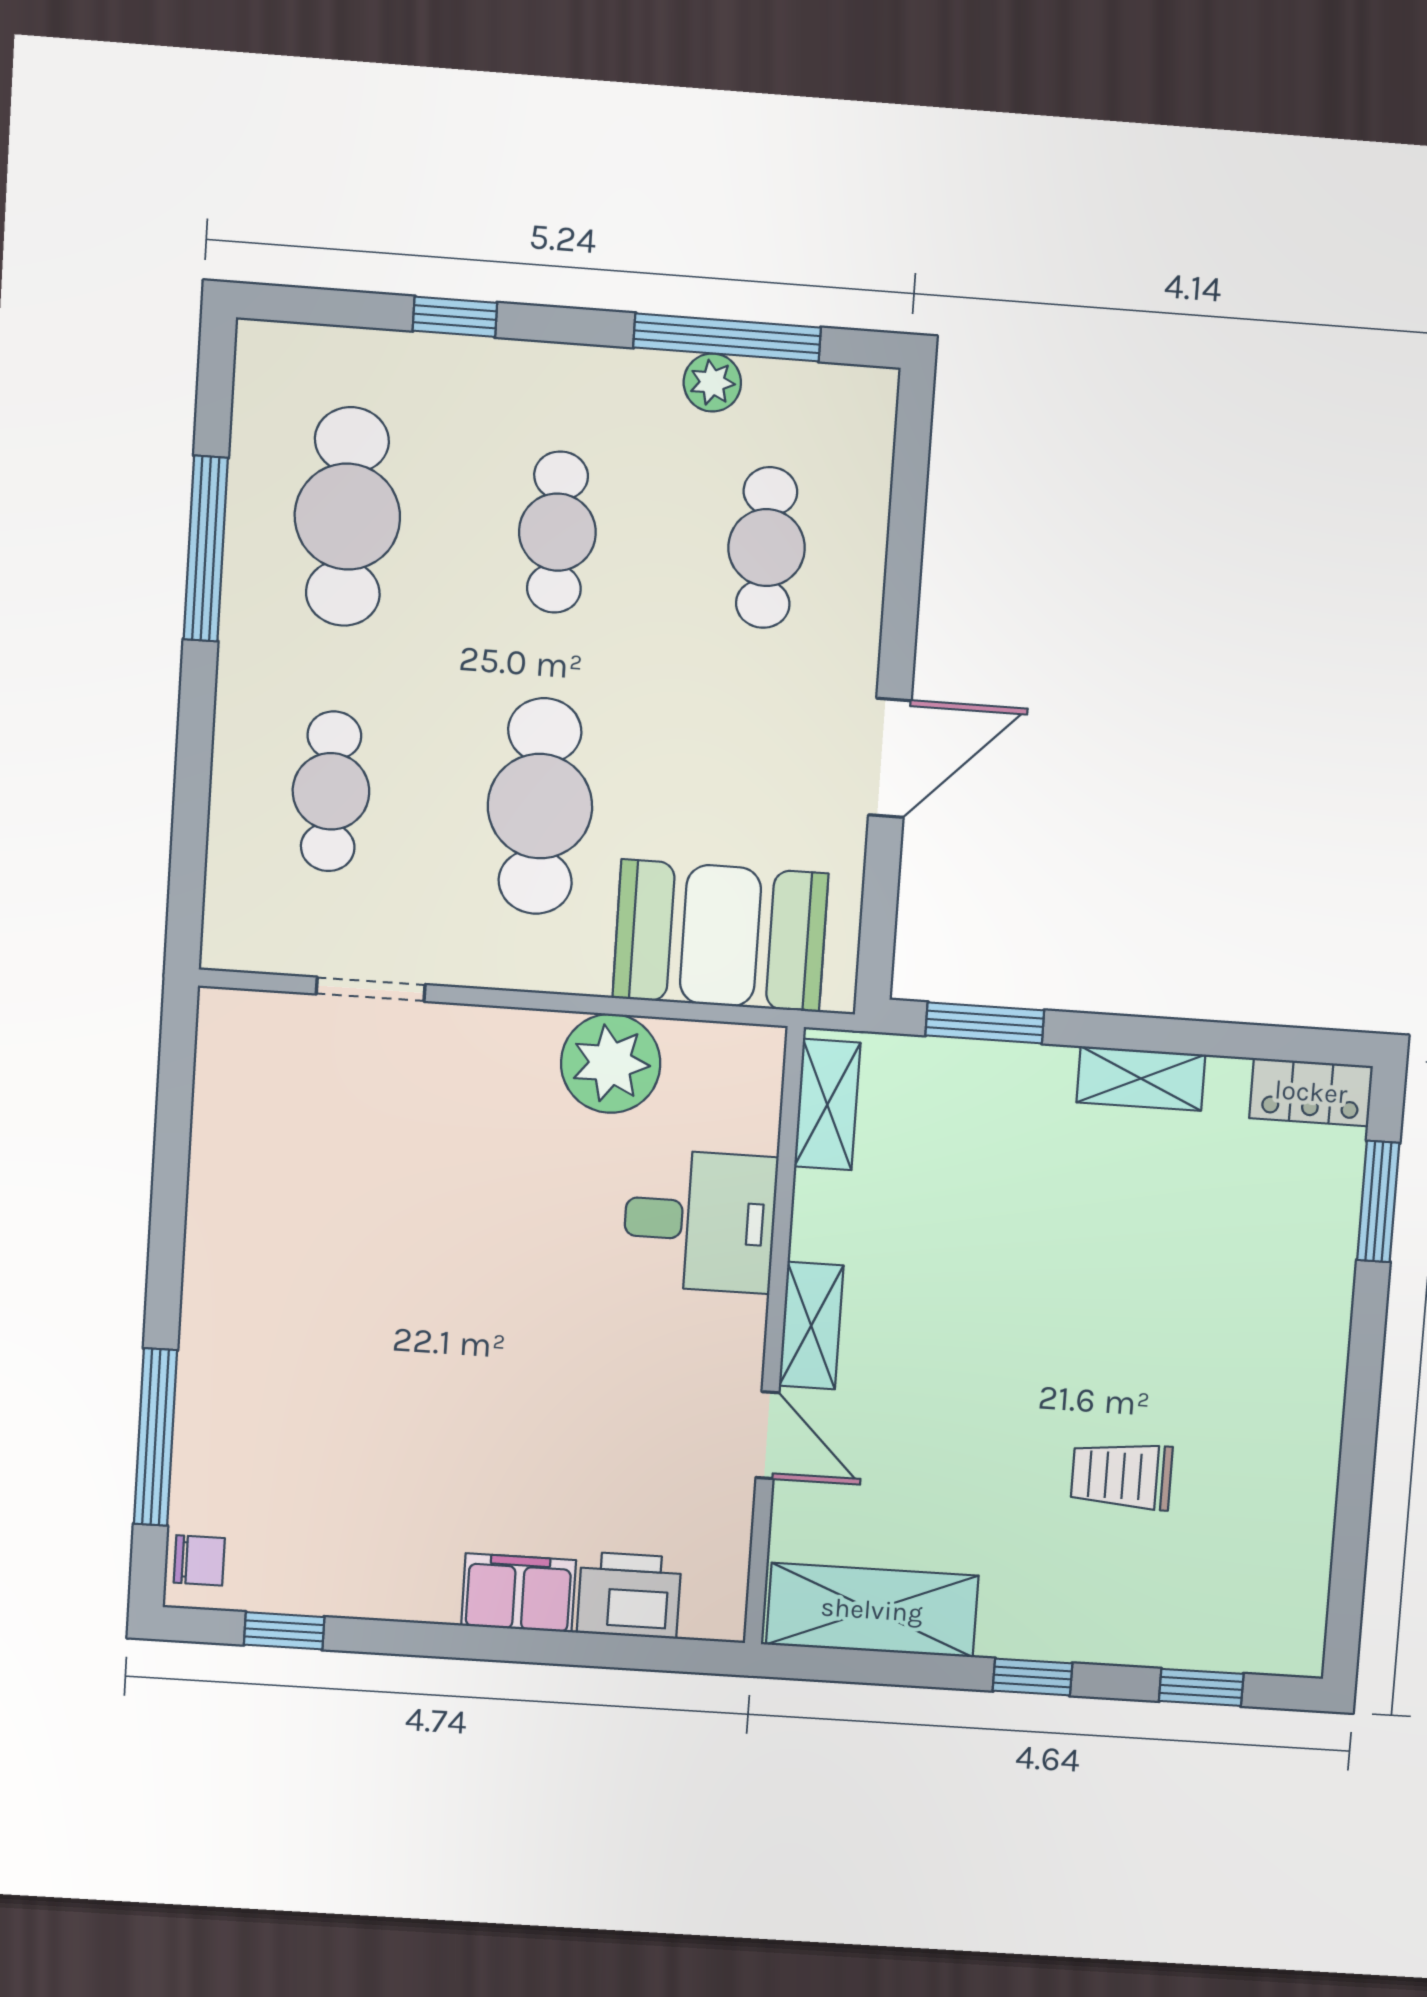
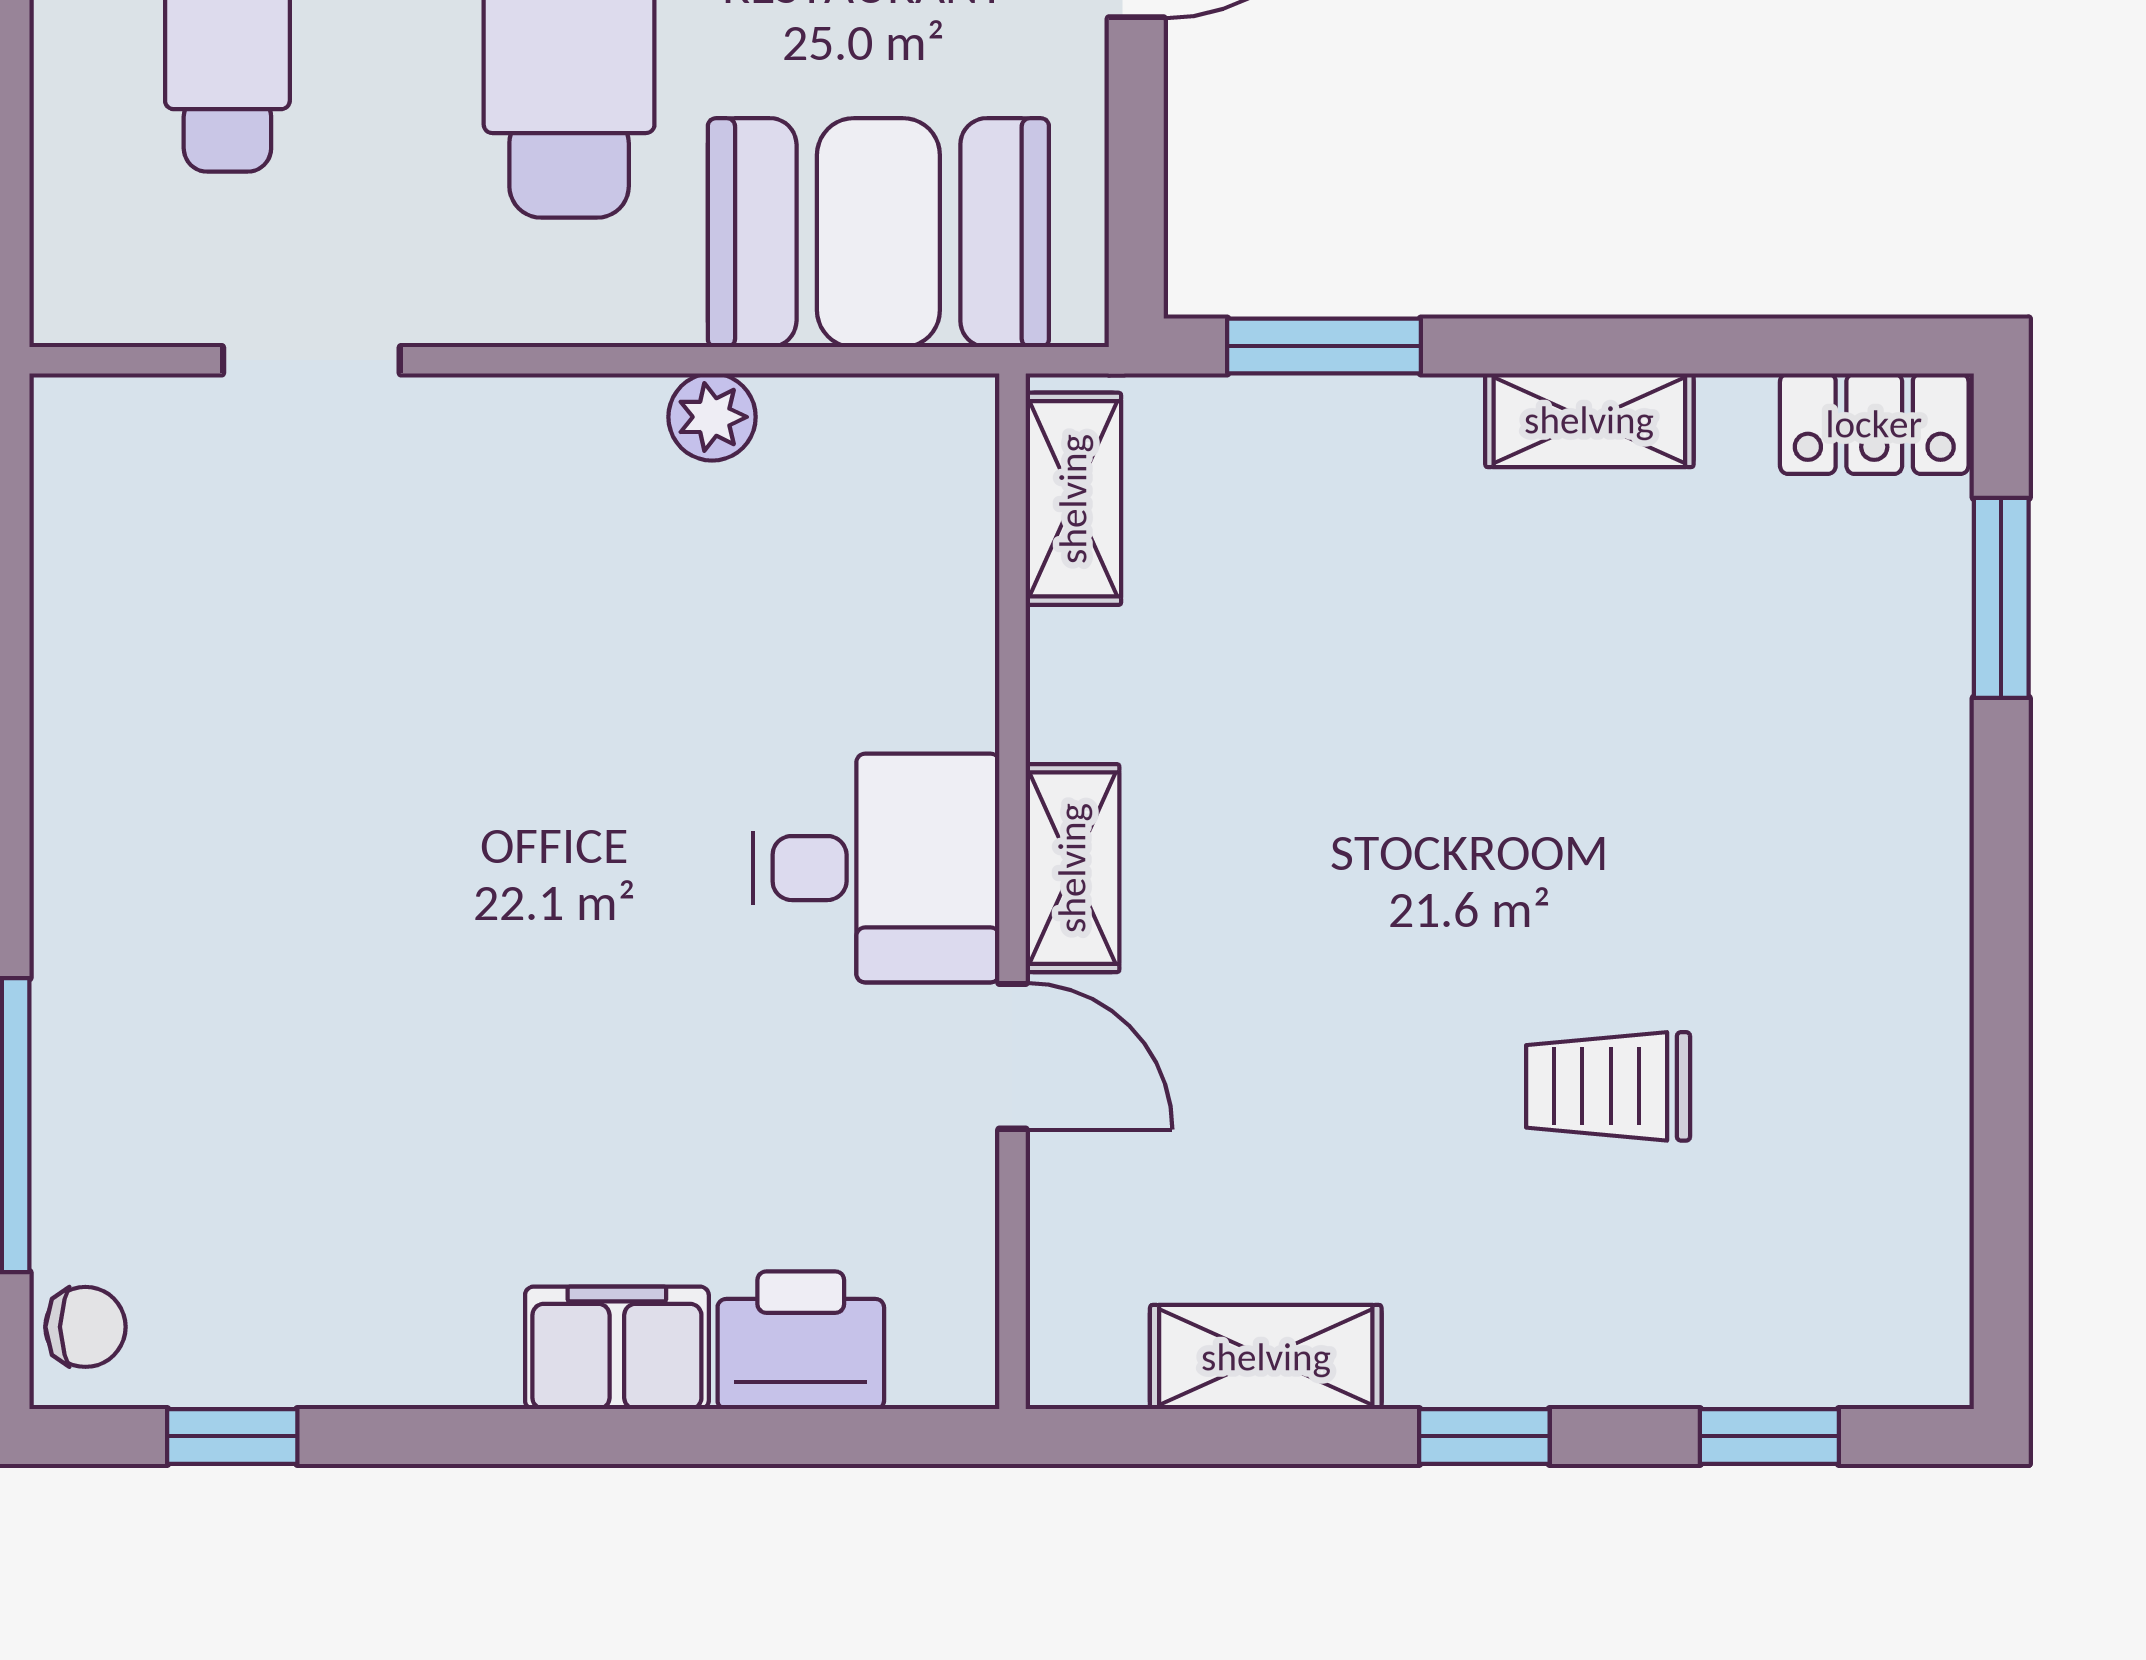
plant: (611, 1063) -> (712, 417), width x0.53, depth x0.53
desk: (700, 1221) -> (876, 868), moved
shelving: (872, 1610) -> (1266, 1357), width x0.67, depth x0.75

